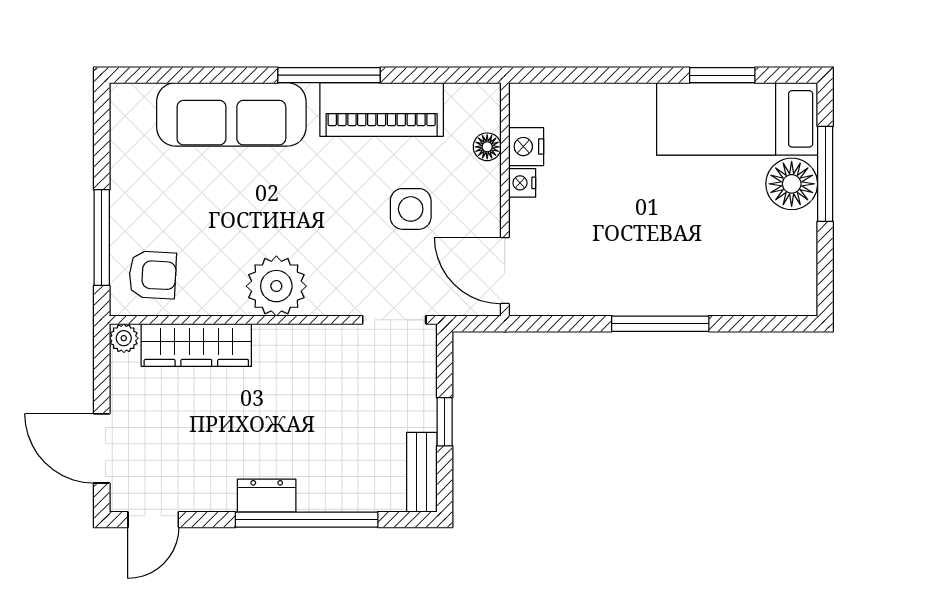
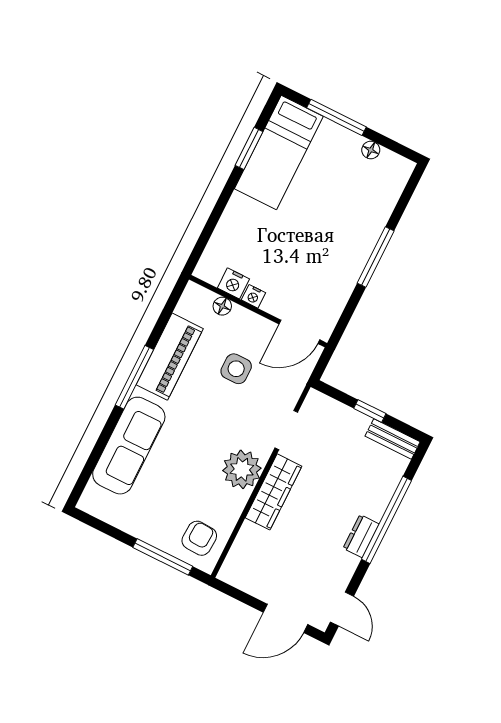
floor lamp: (792, 184) -> (371, 150), moved, width x0.53, depth x0.53
doorway: (394, 320) -> (286, 430), moved
plant: (124, 338) -> (228, 573), removed
wardrobe: (196, 345) -> (273, 492), moved

